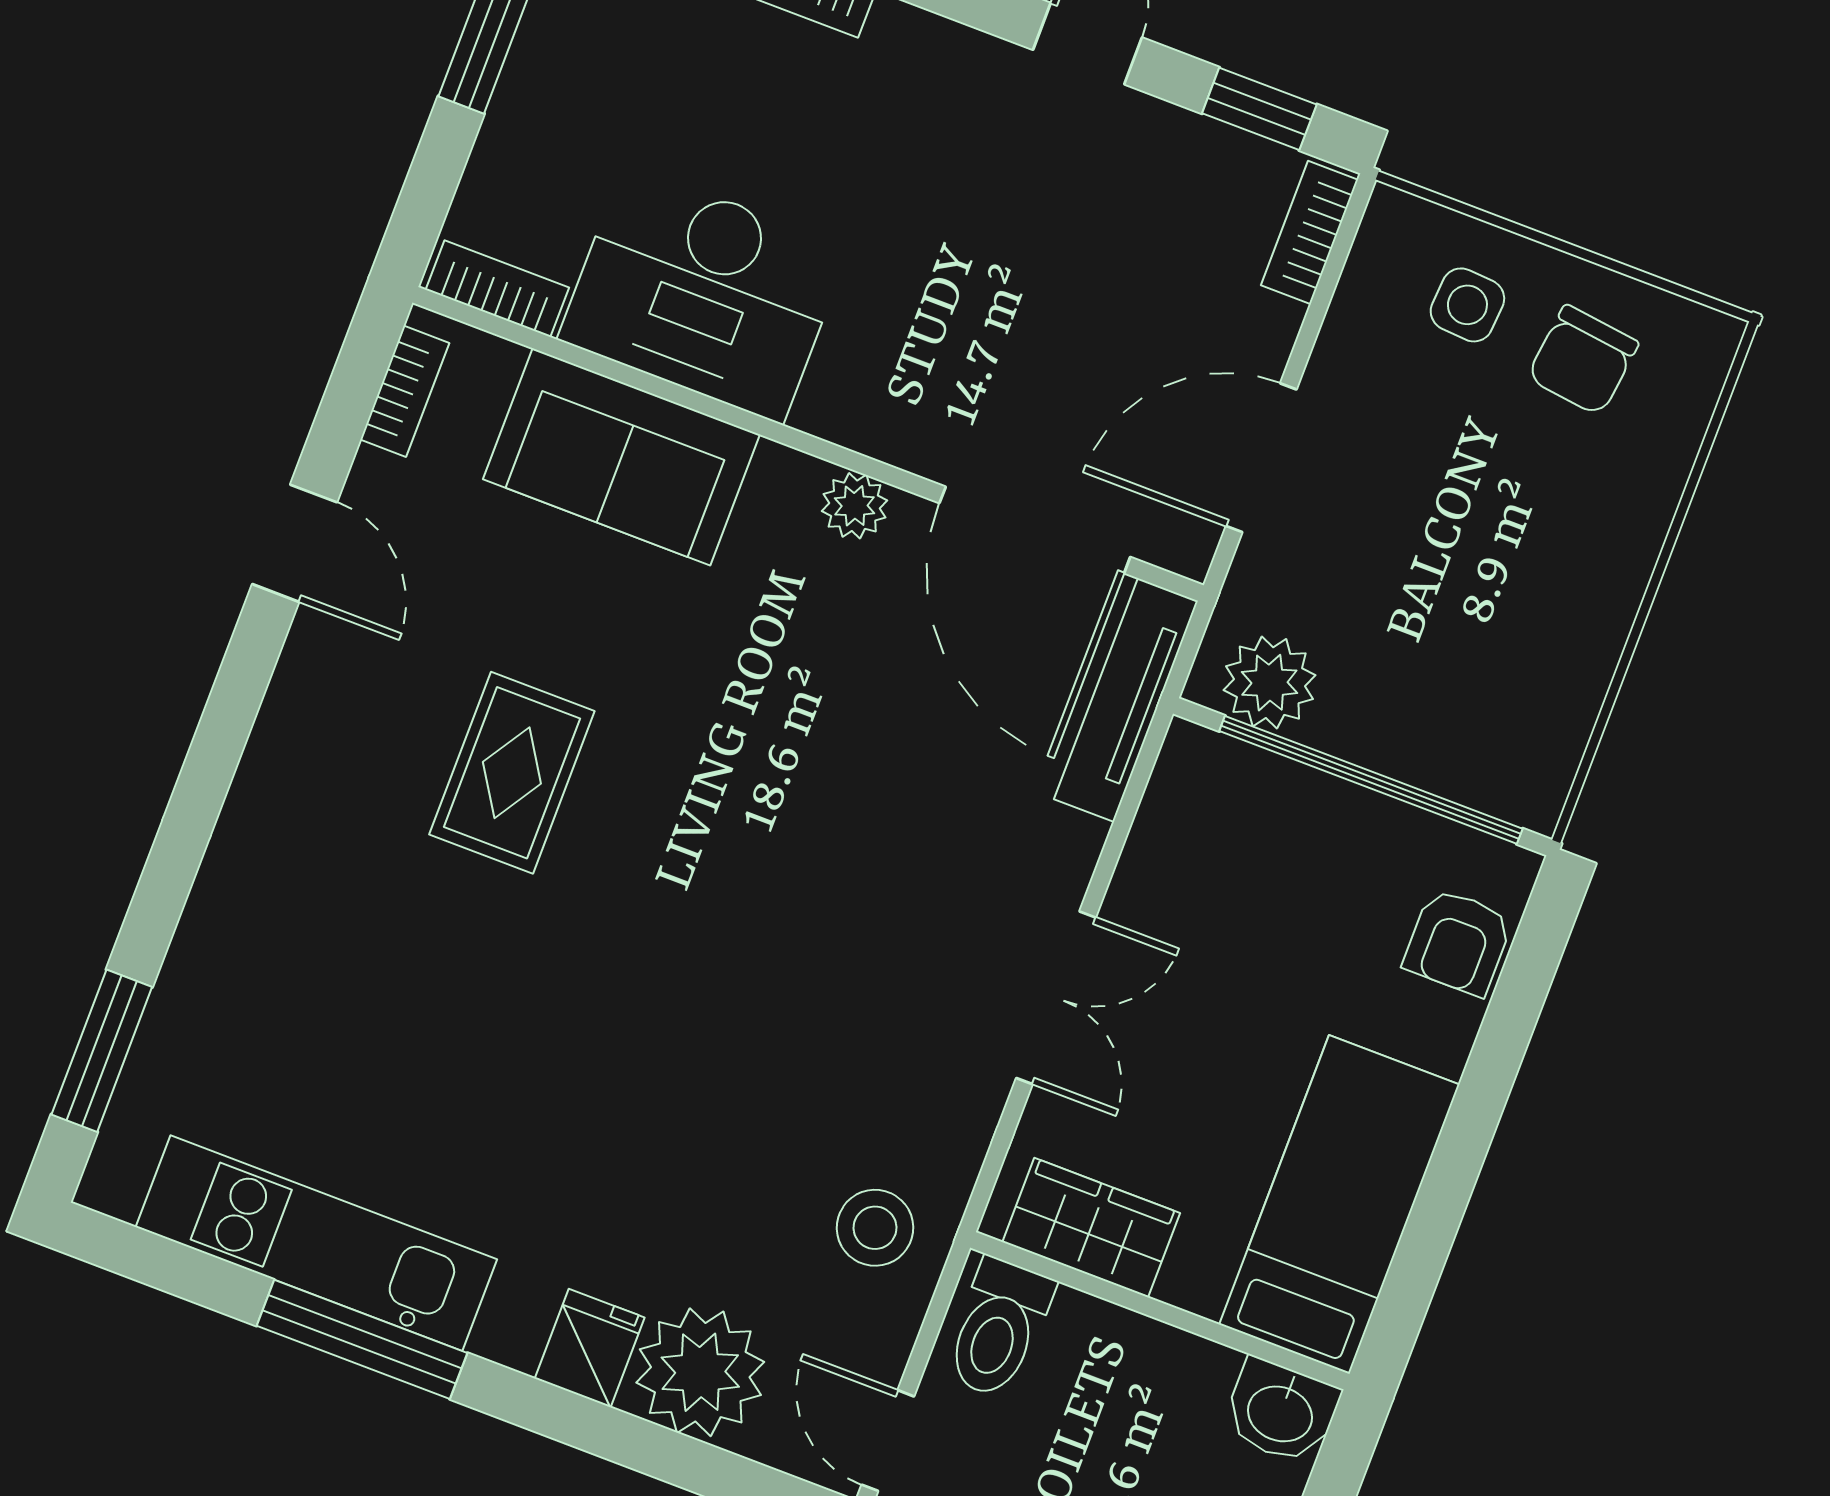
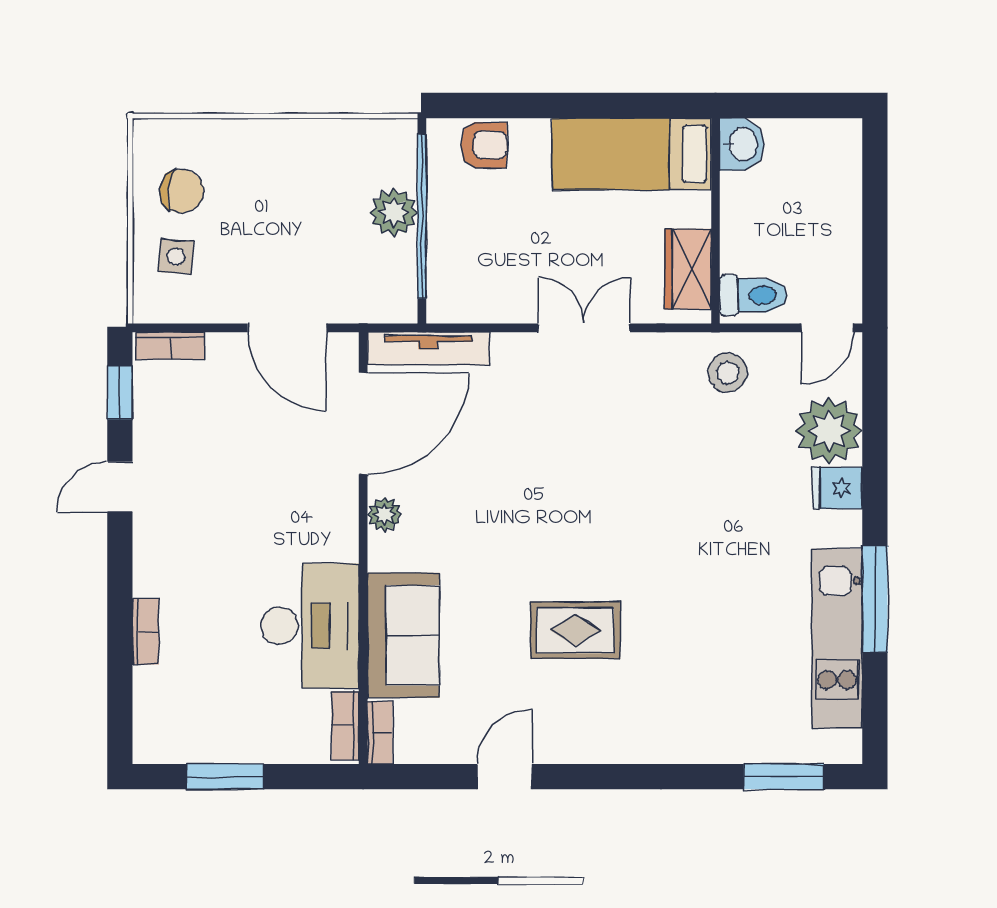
bookcase: (405, 391) -> (380, 733), moved, turned 90
plant: (1269, 683) -> (394, 212), moved

